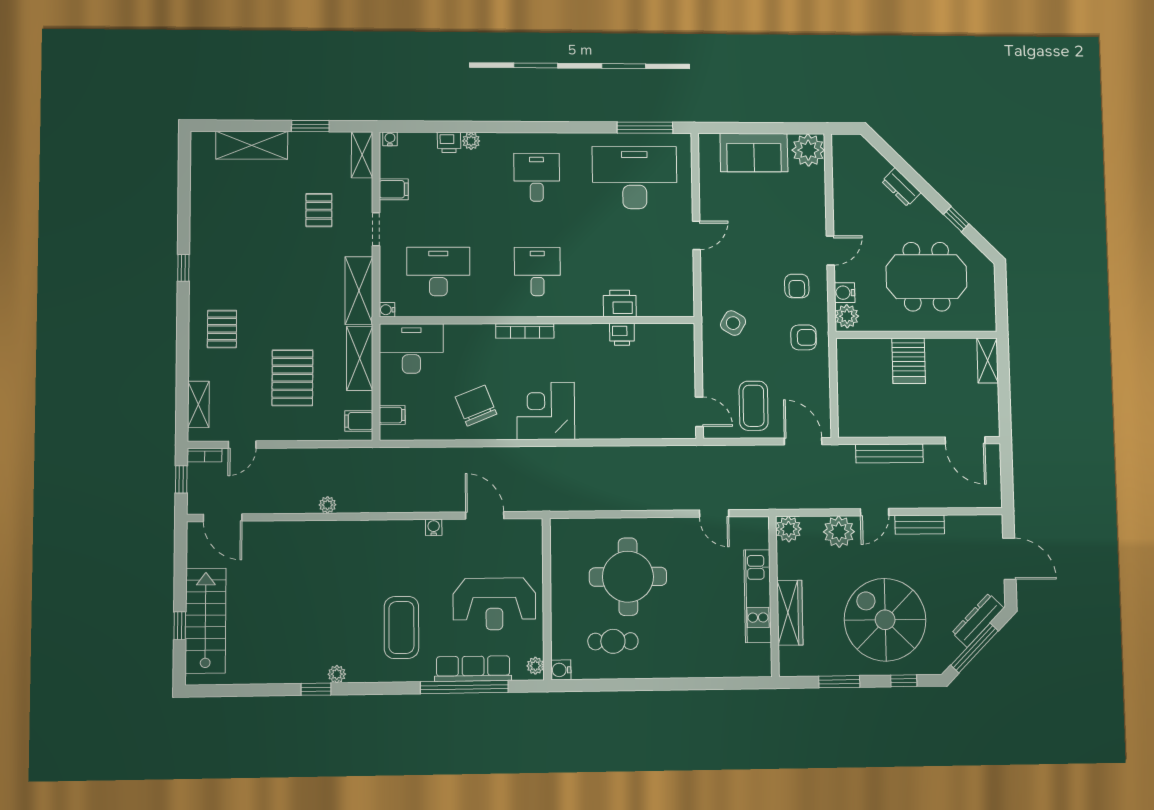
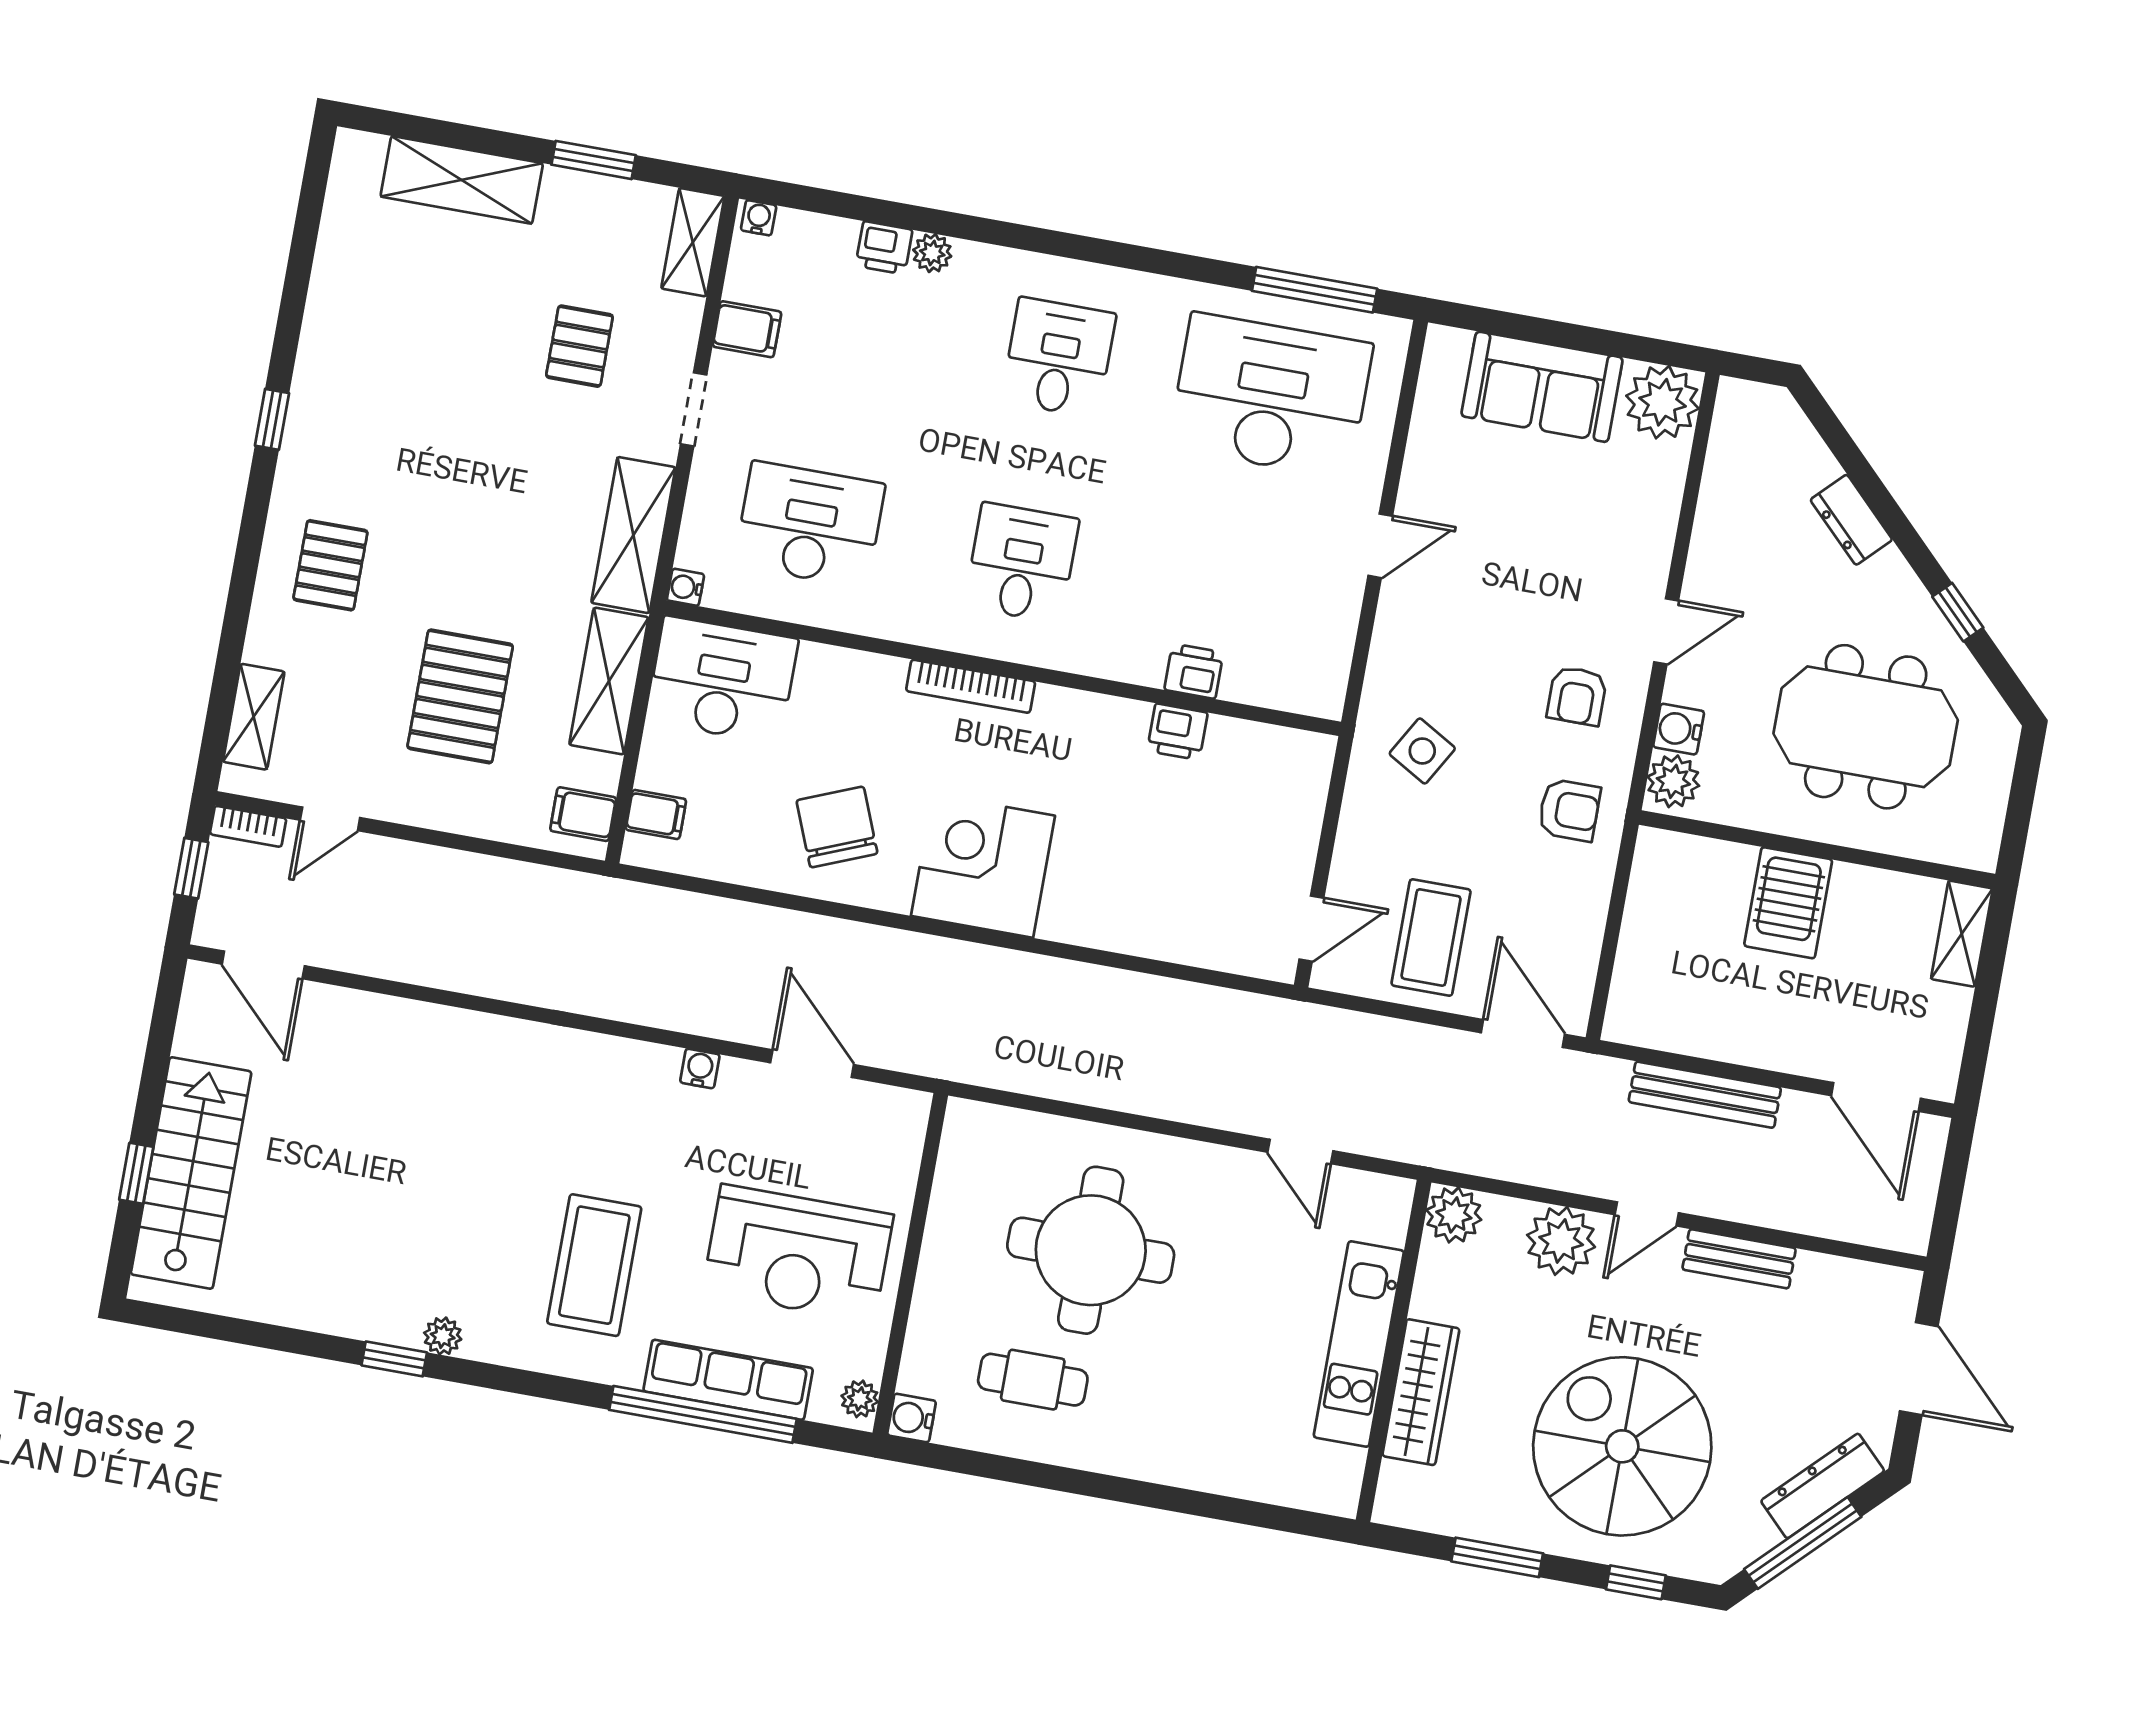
printer: (620, 303) -> (1194, 671), width x0.73, depth x0.81
door: (699, 412) -> (1311, 929), hinge flipped
plant: (327, 505) -> (486, 979), removed

